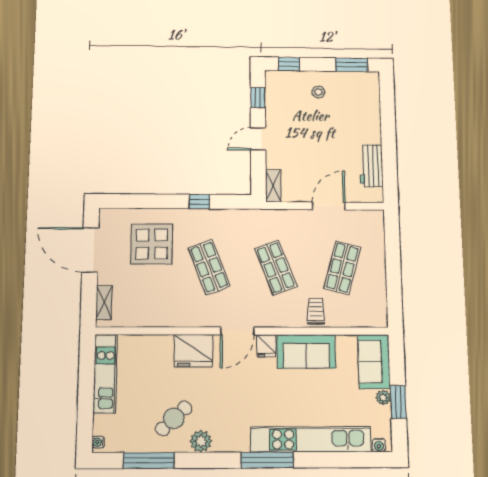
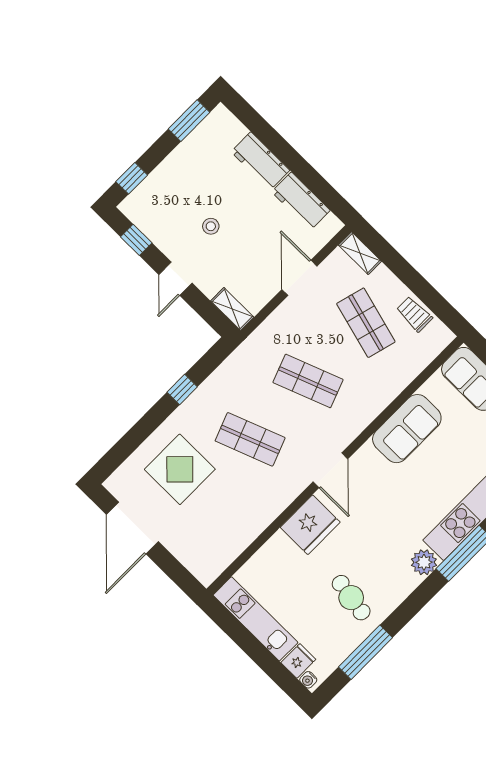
stool: (318, 92) -> (211, 226), moved
workbench: (370, 123) -> (260, 161), added
door: (90, 250) -> (132, 528), hinge flipped
shelving: (104, 303) -> (360, 253), moved
trolley: (316, 311) -> (414, 314), moved
fridge: (266, 346) -> (298, 661), moved, turned -90
cafe table: (174, 418) -> (351, 598), turned -38
plant: (201, 441) -> (424, 562), moved

